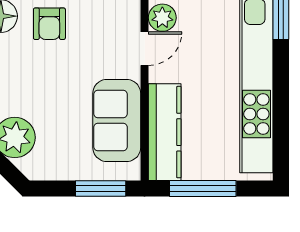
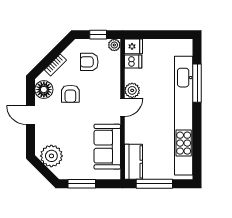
kitchen counter: (165, 132) -> (133, 162), width x0.67
window: (101, 188) -> (82, 184), moved

